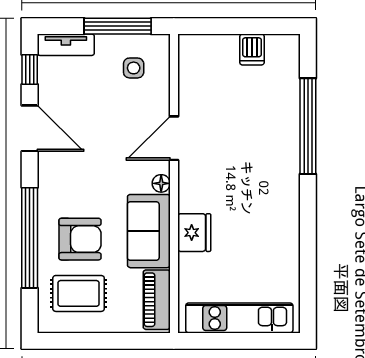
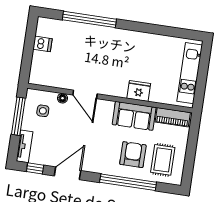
floor lamp: (161, 183) -> (62, 98), moved

